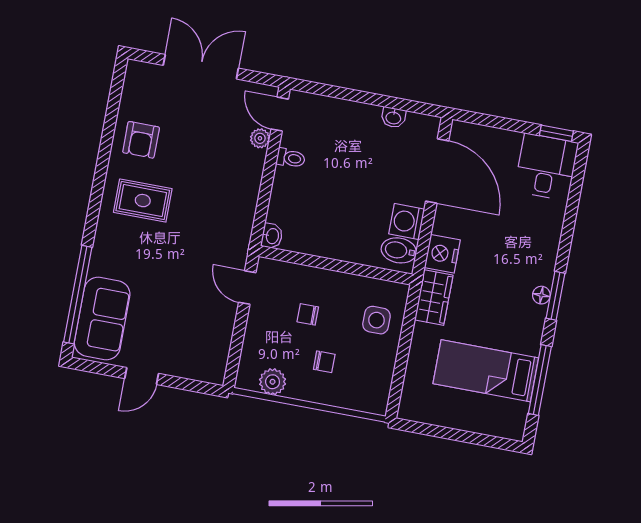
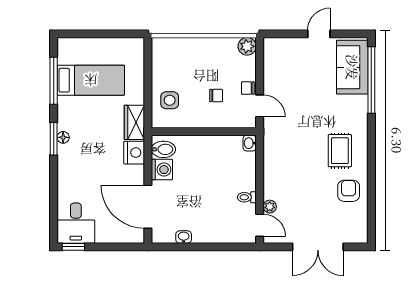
rug: (143, 201) -> (340, 151), turned 90
chair: (324, 362) -> (248, 88), moved
plant: (273, 382) -> (247, 46), moved

